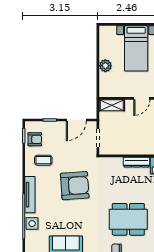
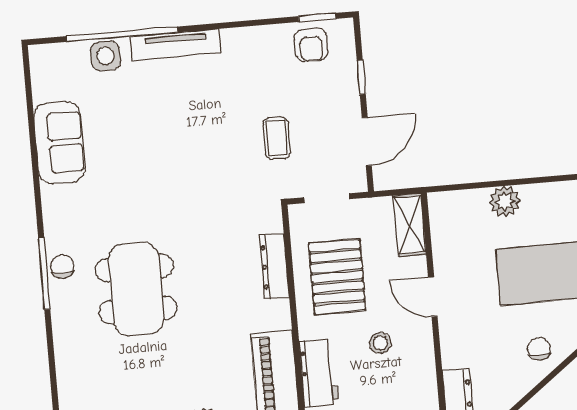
door: (76, 120) -> (367, 142), swing flipped
pallet: (130, 137) -> (337, 277), added
coffee table: (43, 160) -> (277, 138), moved
dresser: (136, 162) -> (274, 266), moved
armchair: (75, 186) -> (207, 152), removed

